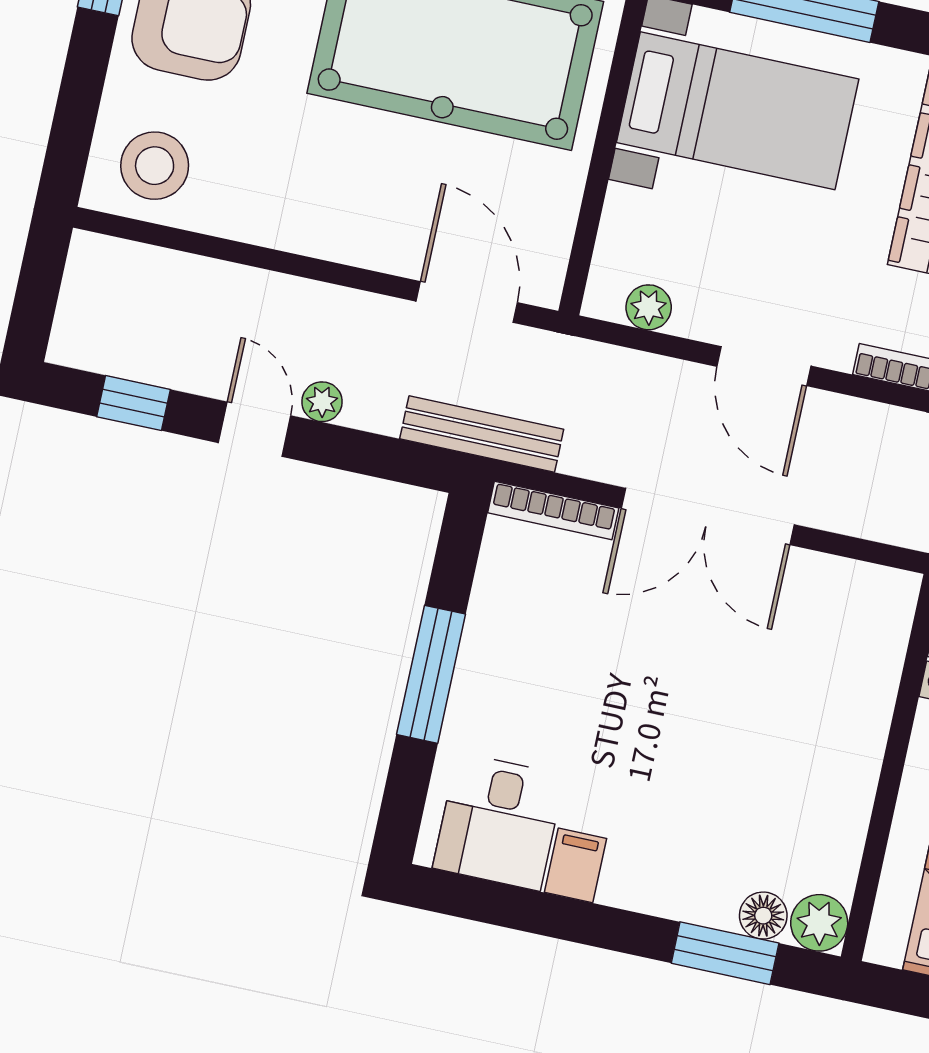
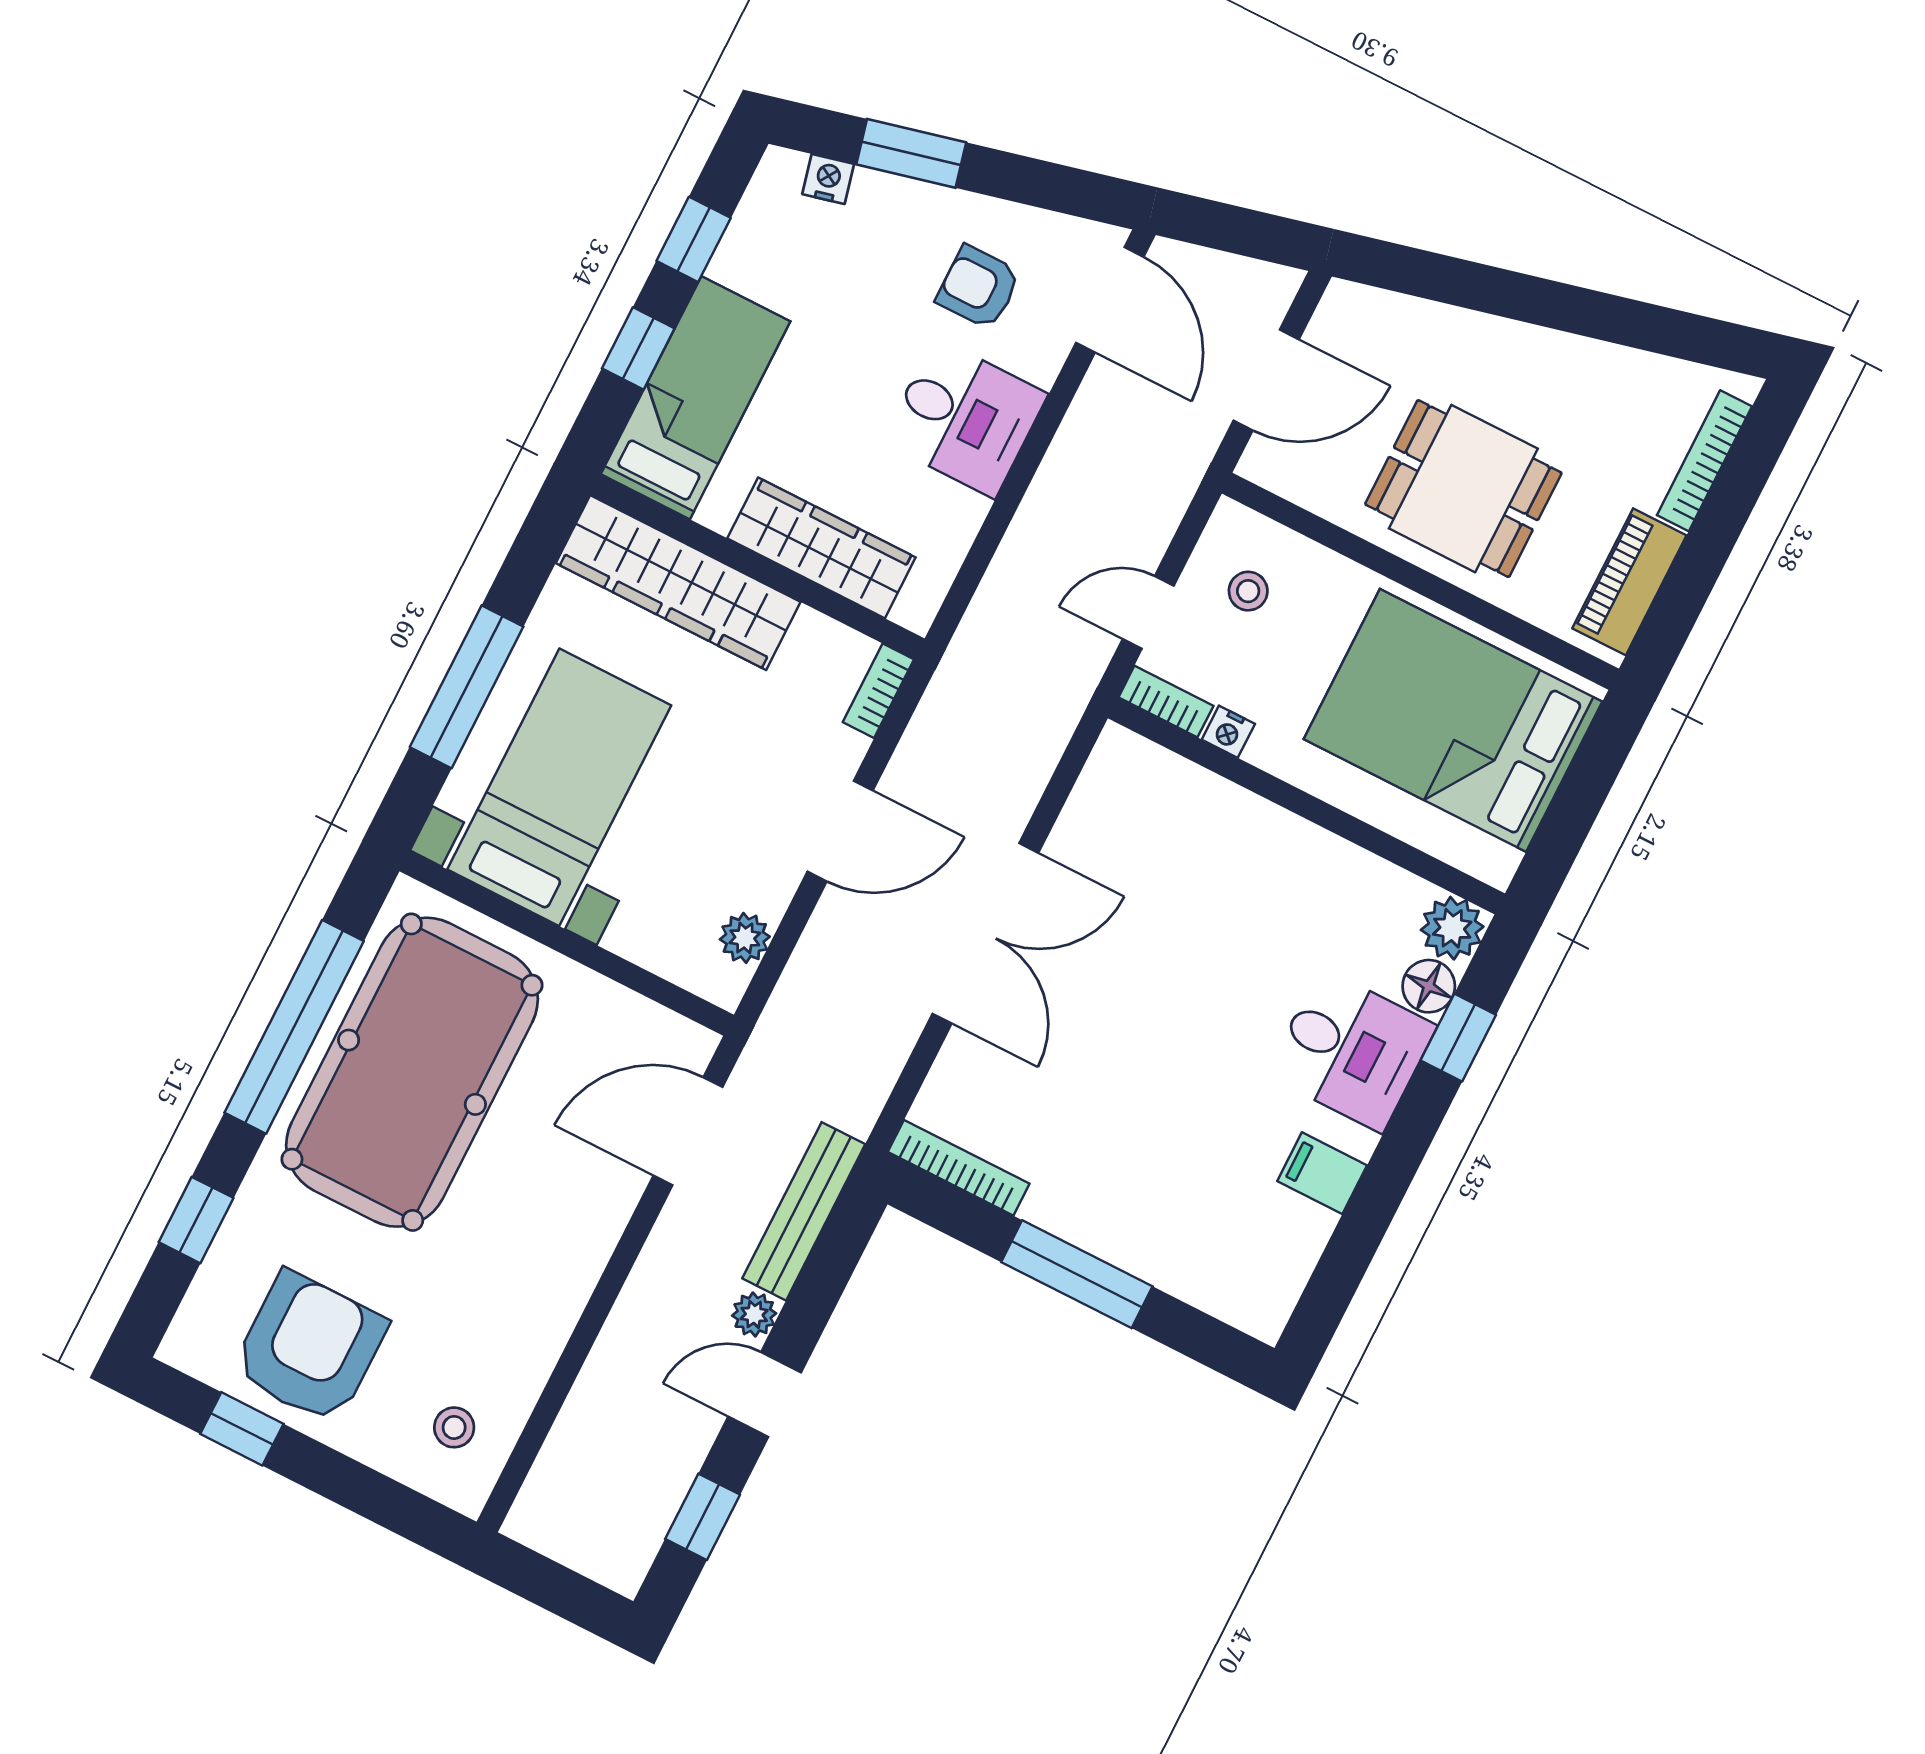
stool: (155, 166) -> (454, 1427), width x0.53, depth x0.53
bench: (482, 434) -> (804, 1211), moved
bookcase: (553, 510) -> (959, 1168), moved, turned -90
desk: (499, 822) -> (1352, 1050), moved
window: (725, 953) -> (1458, 1038), width x0.67

